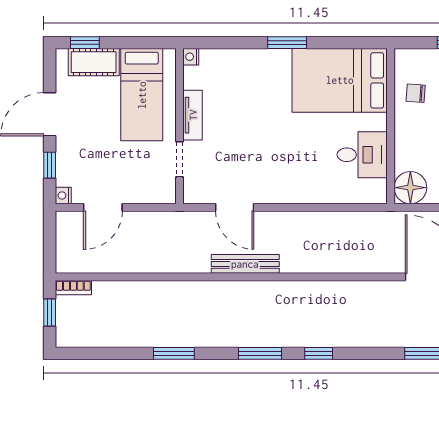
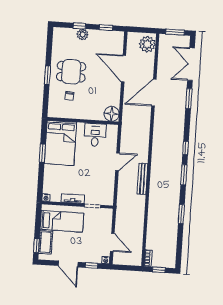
bed: (340, 80) -> (60, 143), moved
wall: (391, 126) -> (83, 121), moved
desk: (362, 155) -> (95, 135), moved
floor lamp: (410, 188) -> (112, 114), moved
door: (235, 207) -> (118, 162), moved

